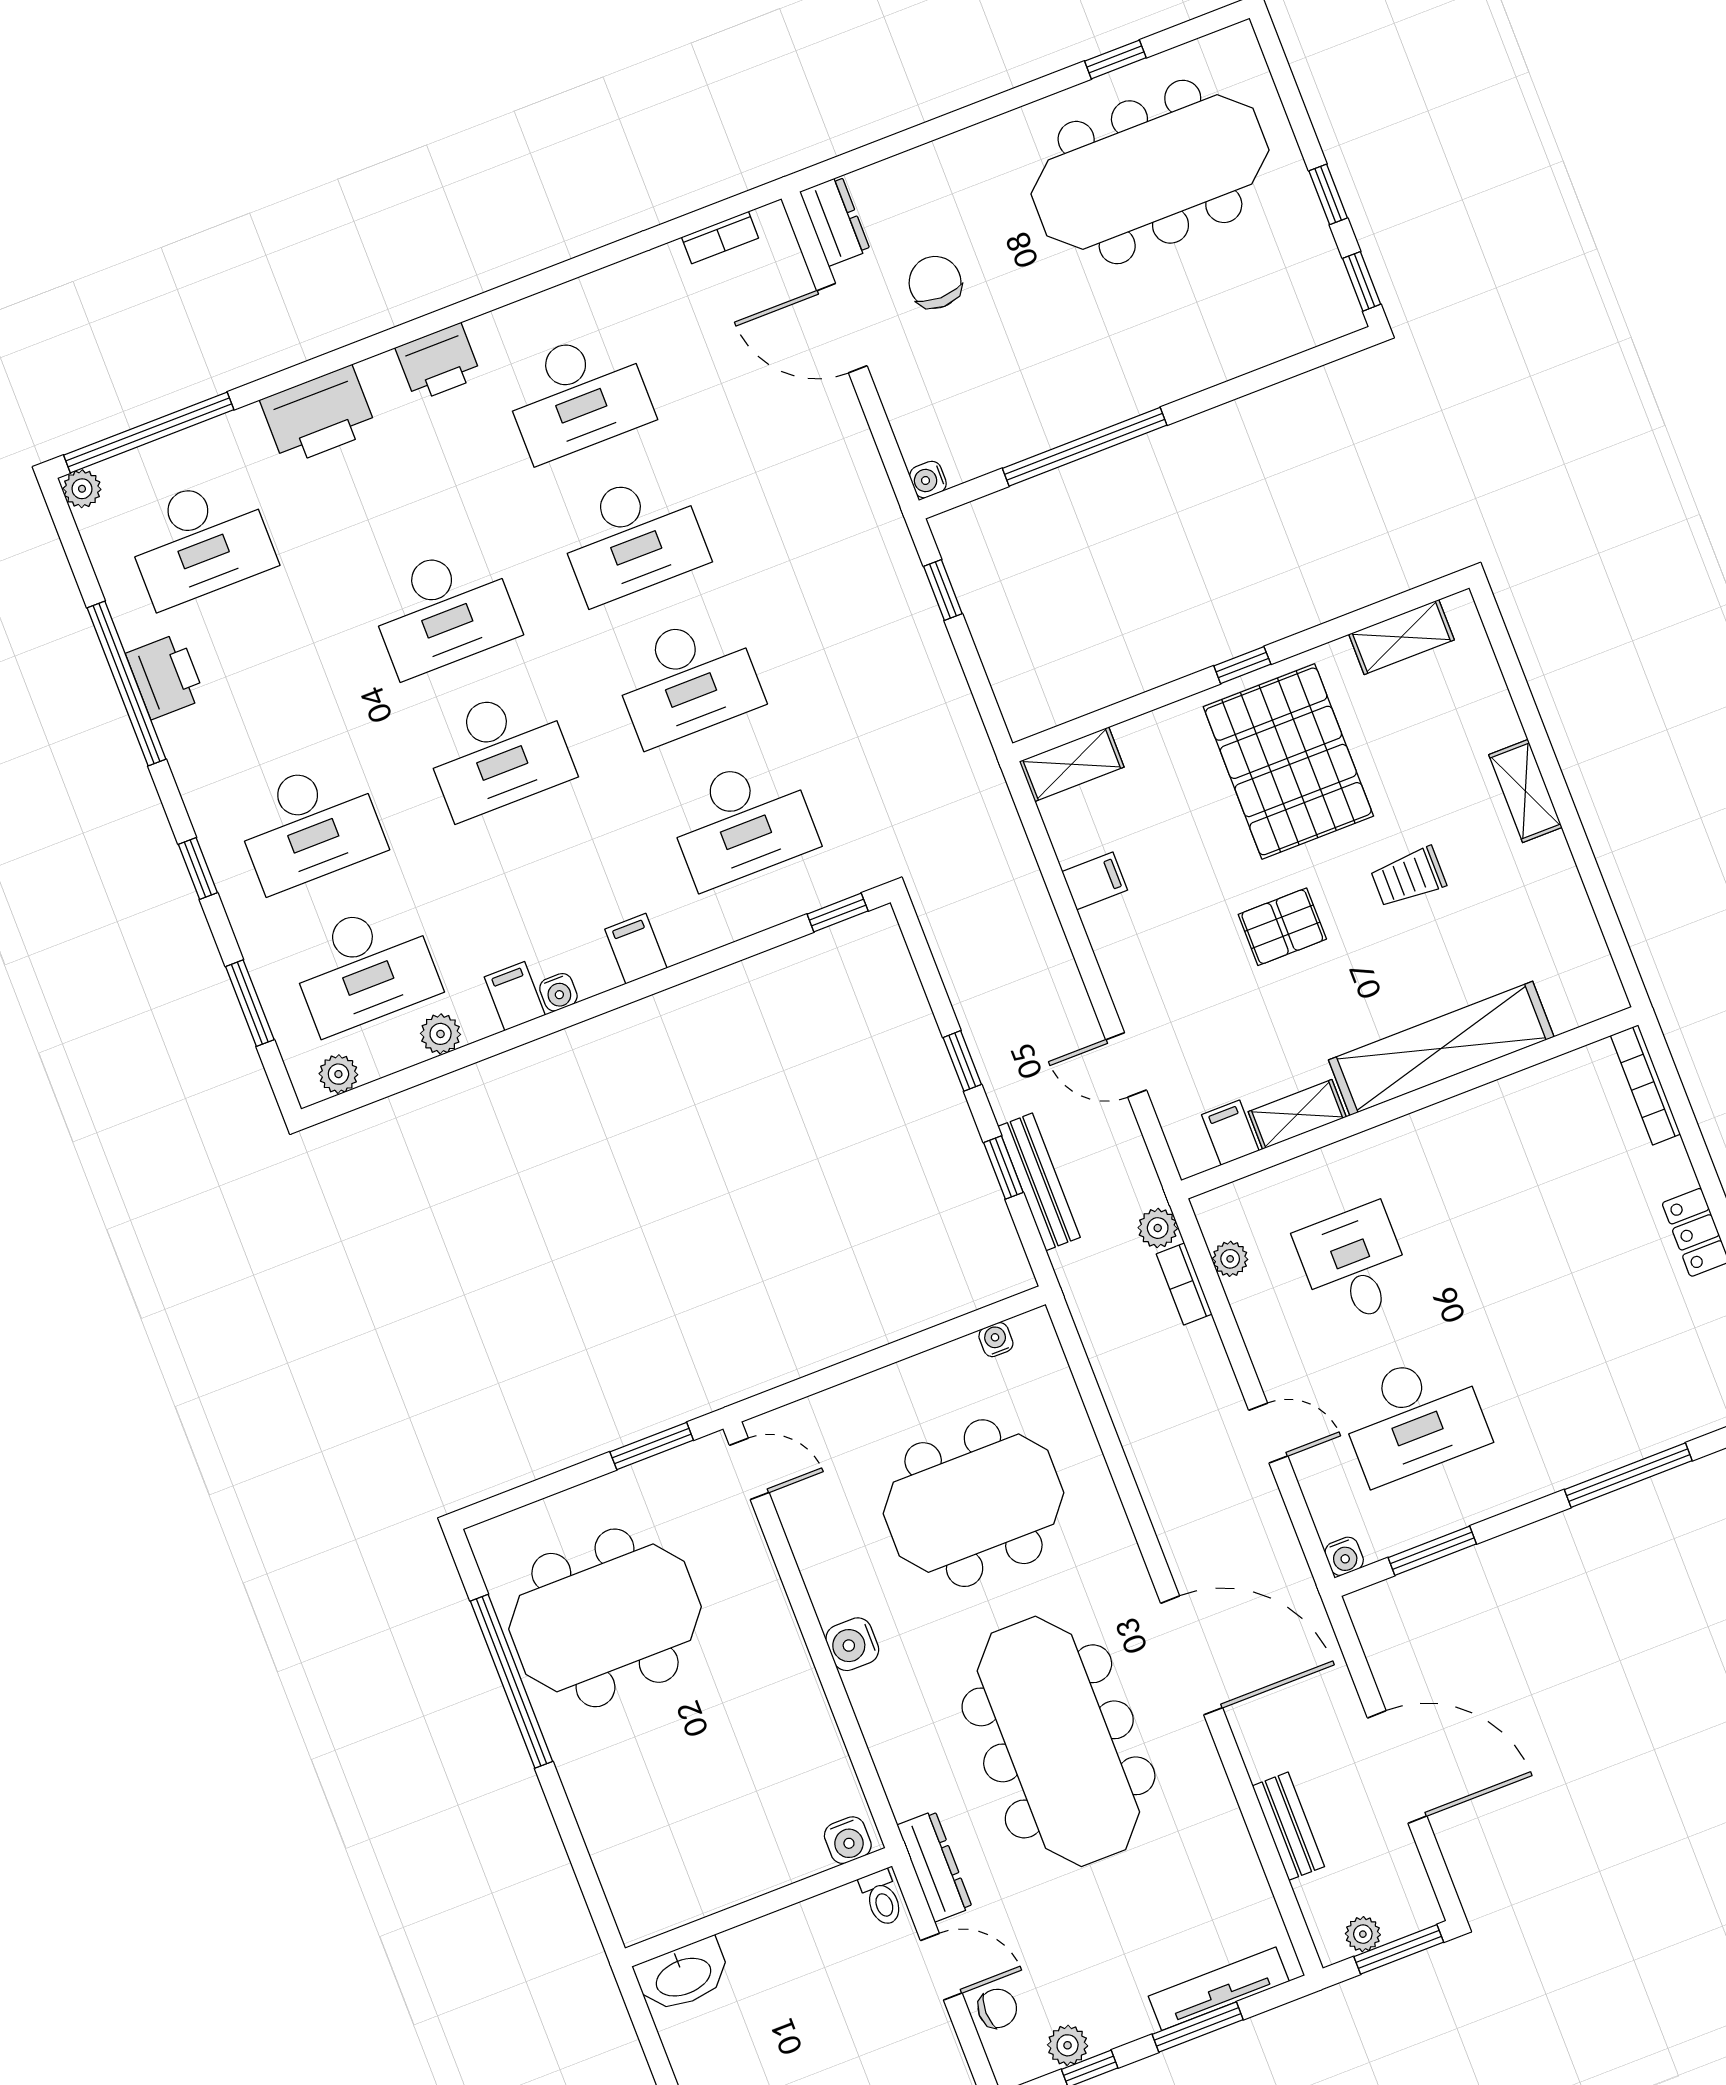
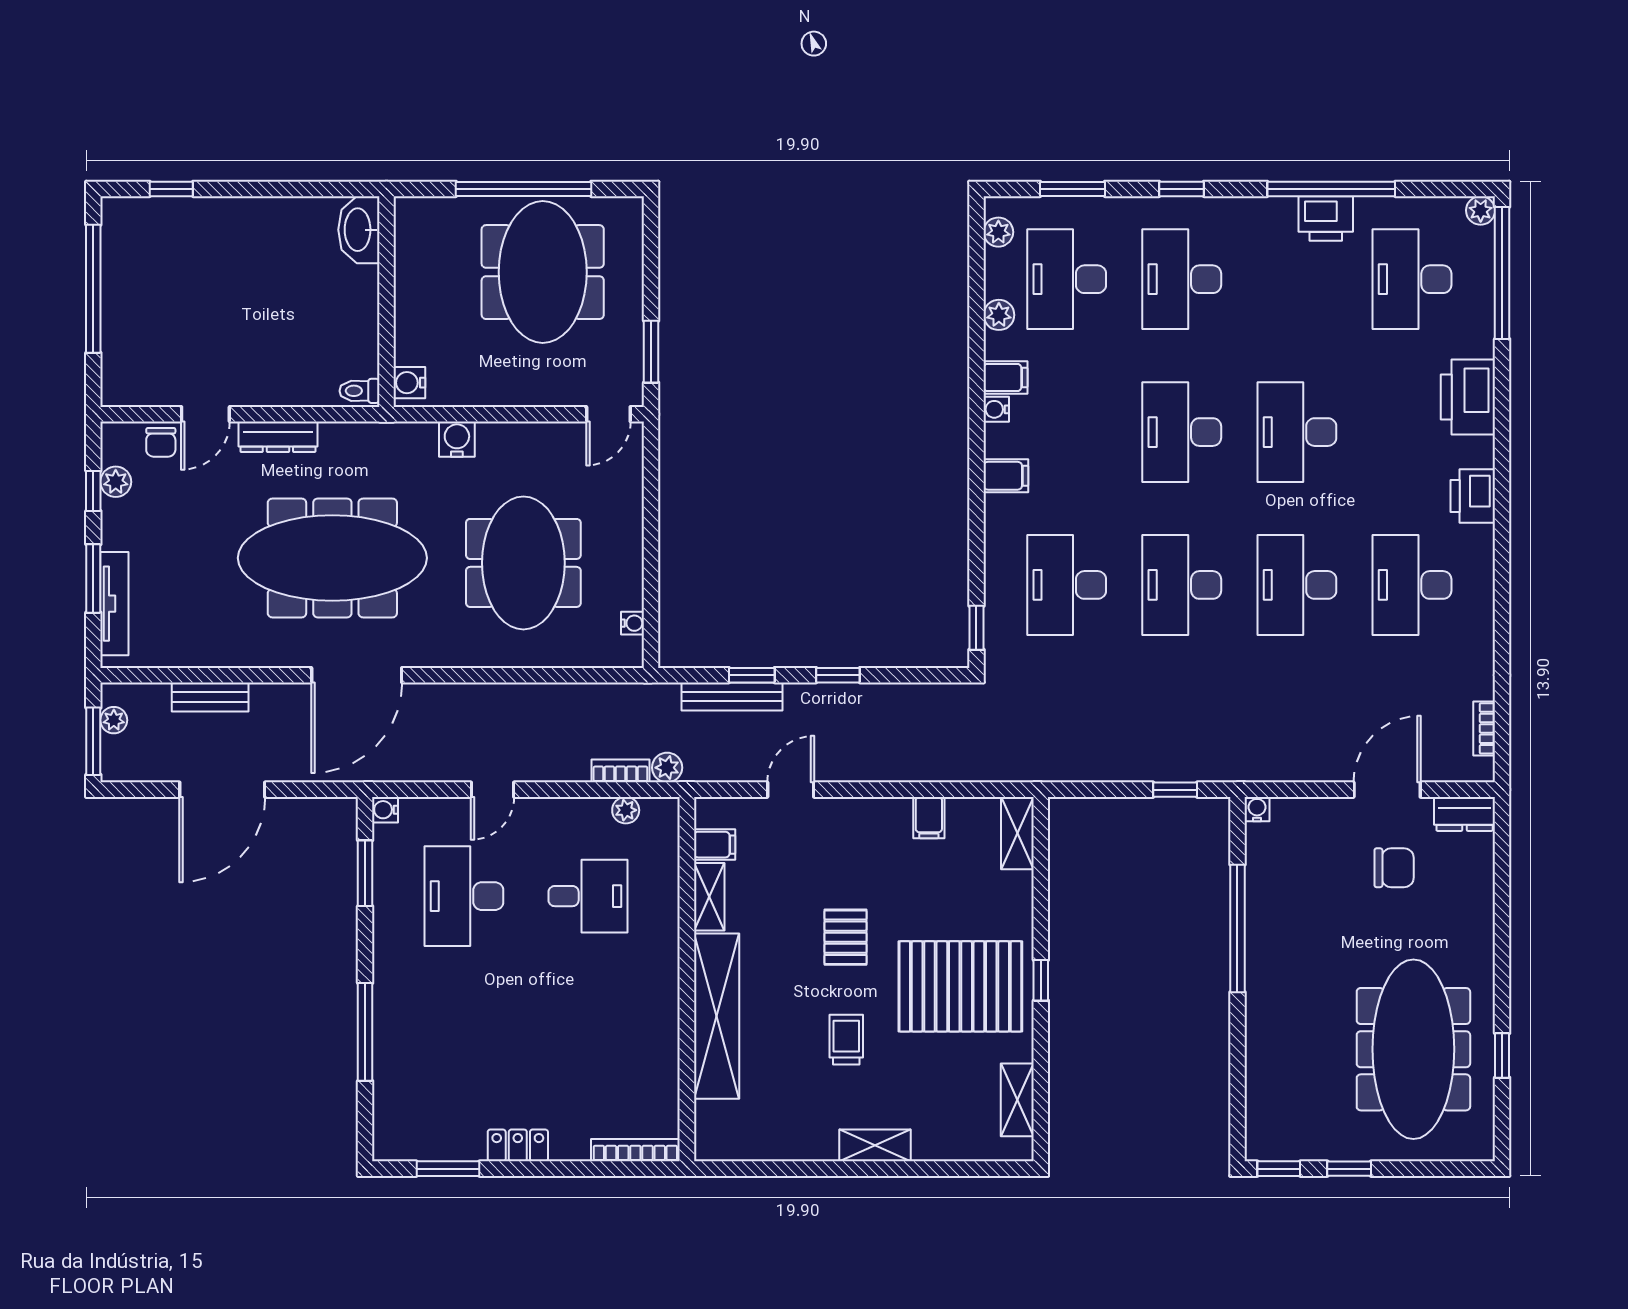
water cooler: (848, 1840) -> (409, 383), moved
toilet: (882, 1898) -> (359, 391), moved
wall: (759, 1907) -> (386, 302), moved
washbasin: (683, 1976) -> (359, 230), moved

